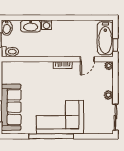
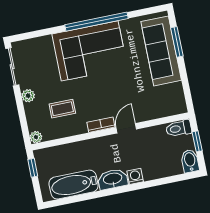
washbasin: (31, 26) -> (113, 179), moved
bathtub: (105, 38) -> (74, 185), moved, turned -90
door: (87, 59) -> (126, 128), moved
coffee table: (87, 81) -> (62, 109), added

